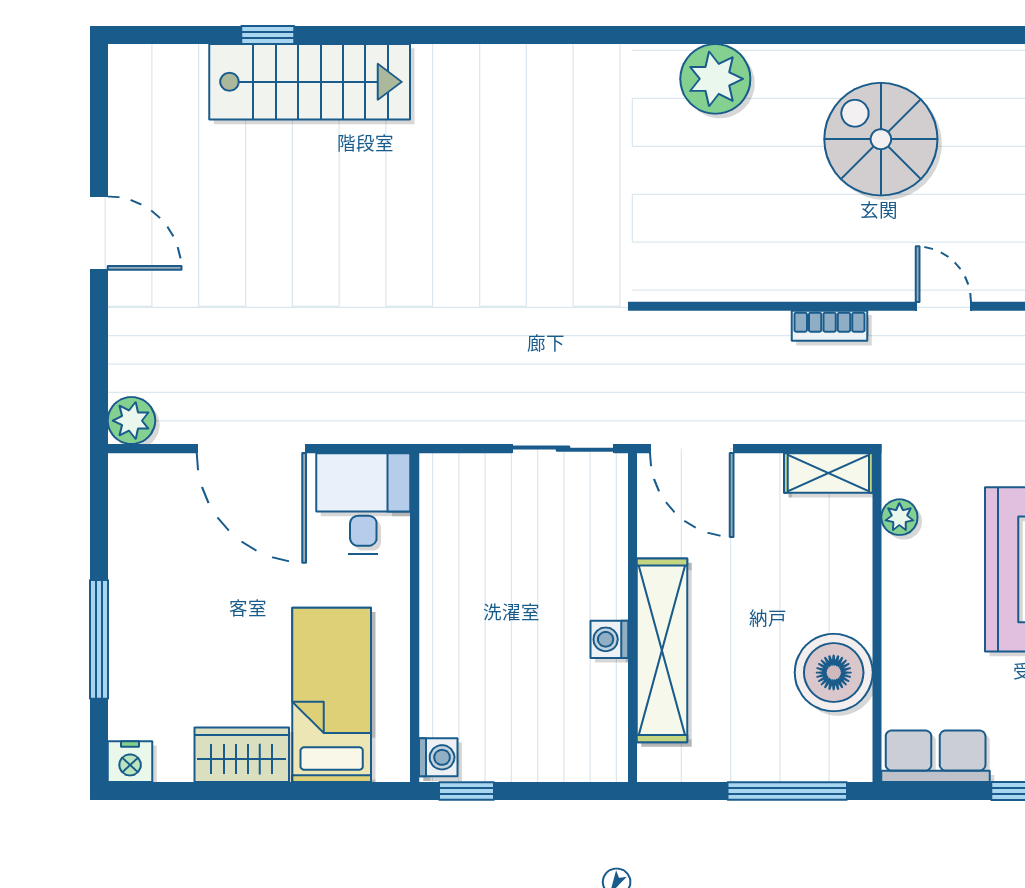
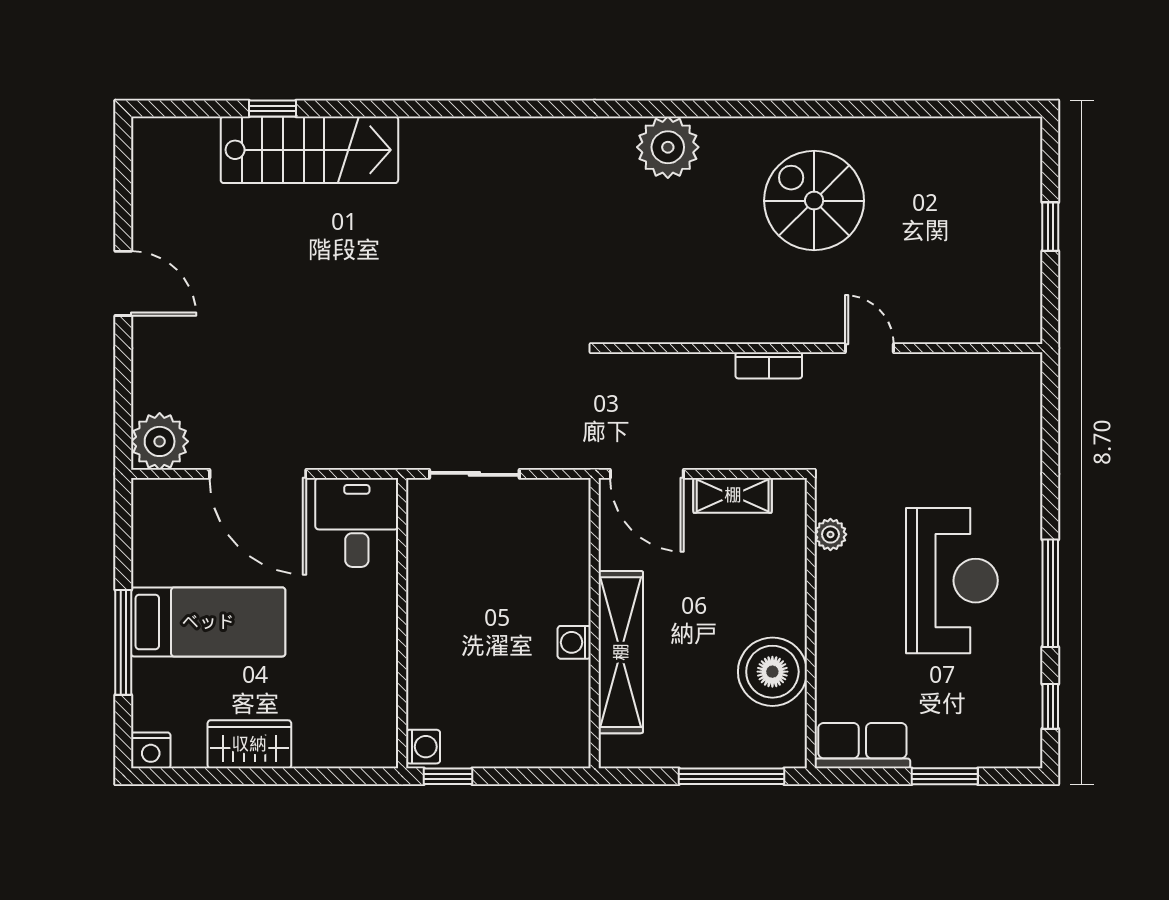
plant: (131, 421) -> (160, 441), width x1.36, depth x1.36
sliding door: (563, 449) -> (474, 474), moved
shelving: (828, 473) -> (733, 495), moved
bed: (332, 695) -> (208, 622), moved, turned 90

